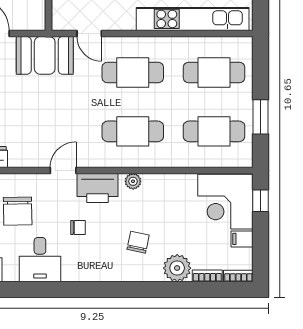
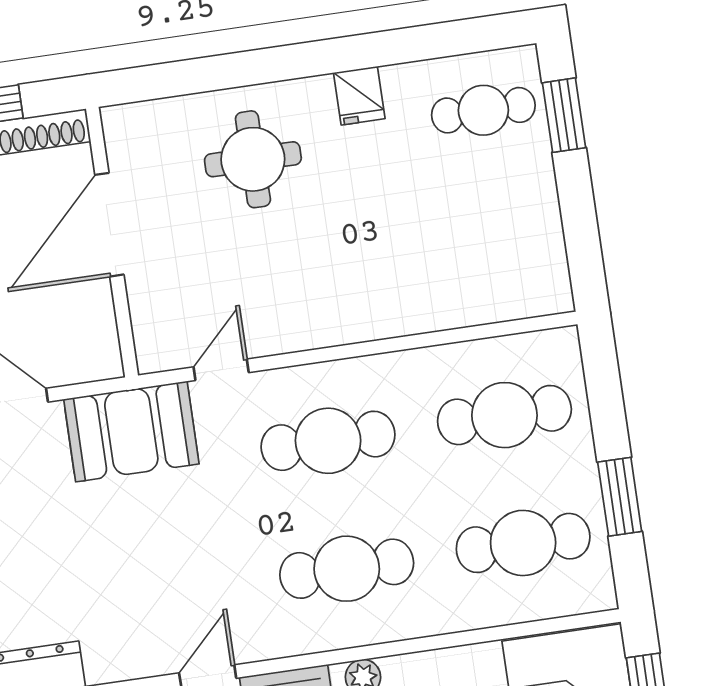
kitchen unit: (193, 19) -> (441, 306), removed
door: (89, 33) -> (221, 370), swing flipped

